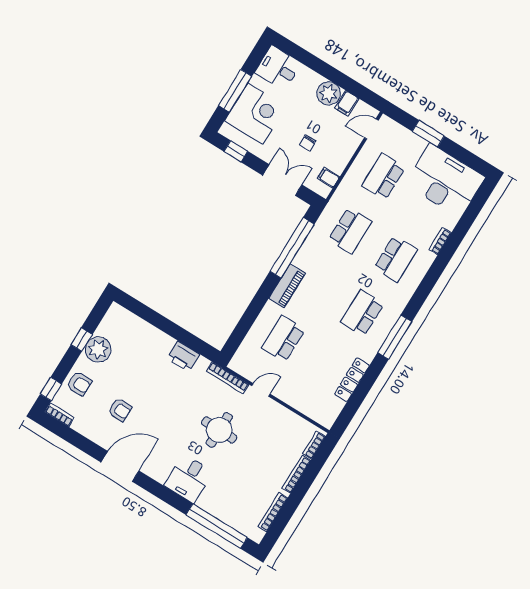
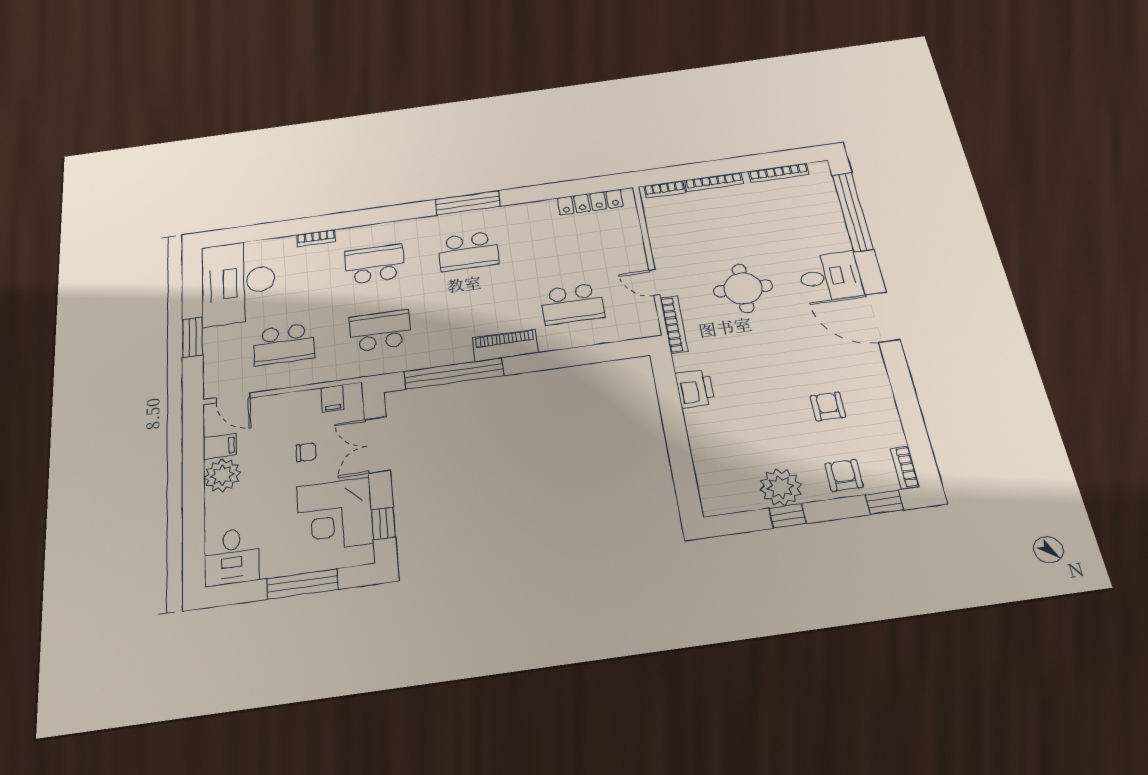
corner desk: (255, 114) -> (335, 515), moved, turned -90
locker: (352, 380) -> (590, 202), moved
door: (120, 466) -> (883, 317), moved

